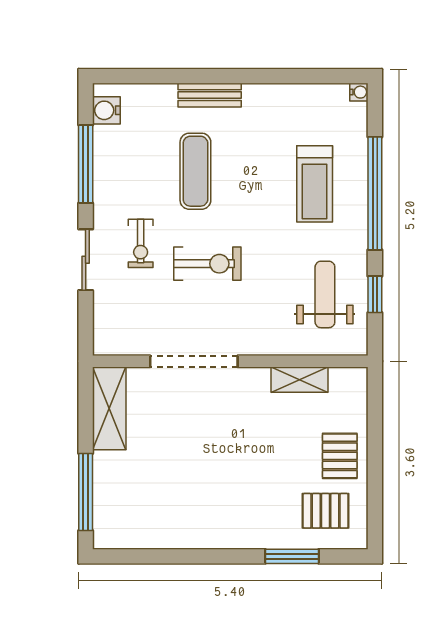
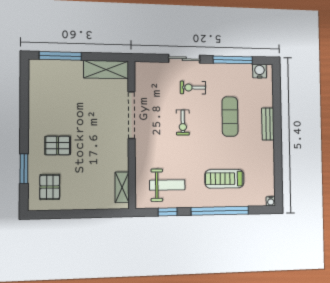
exercise mat: (195, 171) -> (230, 117), turned 90
exercise bike: (207, 264) -> (183, 122), width x0.73, depth x0.72
shelving: (300, 380) -> (122, 187), moved
pallet: (340, 456) -> (58, 145), moved

